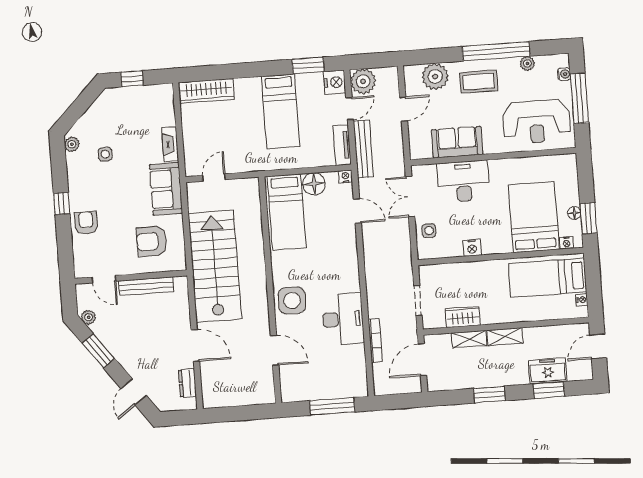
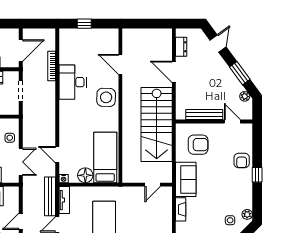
side table: (105, 154) -> (230, 220), moved
window: (332, 406) -> (84, 24), width x0.46

